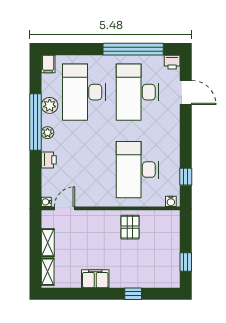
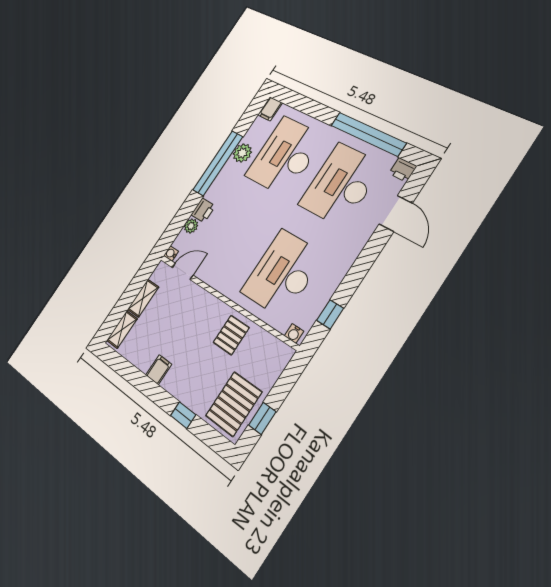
plant: (48, 133) -> (191, 226), moved
pallet: (162, 266) -> (234, 404), added
filing cabinet: (95, 279) -> (159, 370), width x0.50

